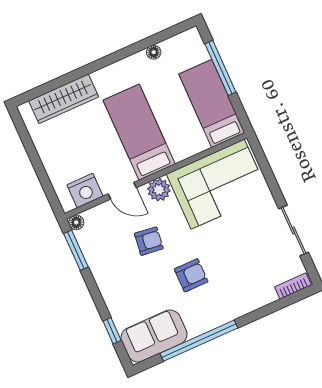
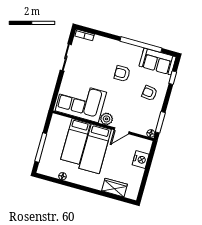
wardrobe: (64, 99) -> (114, 188), width x0.67
bed: (212, 103) -> (76, 141), moved
nightstand: (85, 191) -> (141, 159), moved, turned 90
door: (122, 191) -> (122, 131), swing flipped
armchair: (149, 241) -> (150, 93), moved

